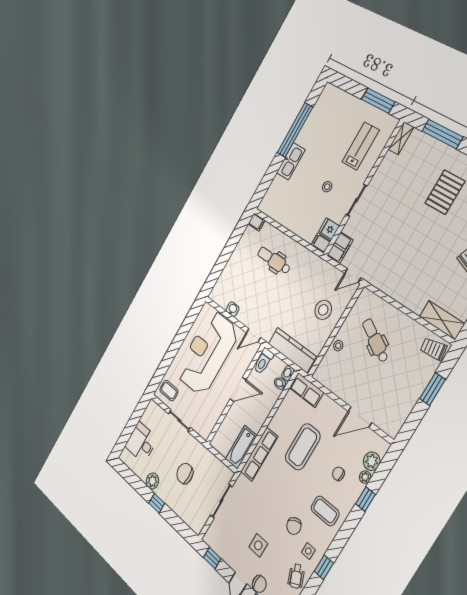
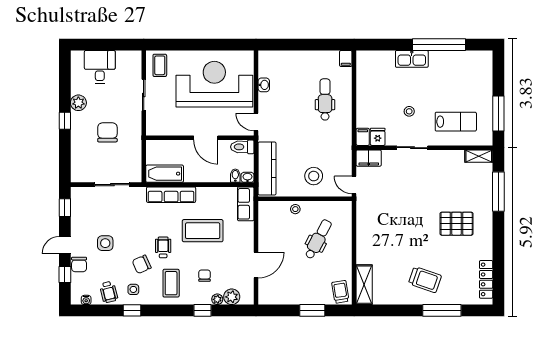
door: (360, 417) -> (256, 265), swing flipped
wheelchair: (293, 495) -> (163, 247), added
wheelchair: (296, 576) -> (109, 292), turned -79

